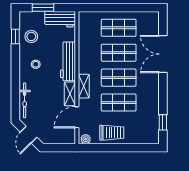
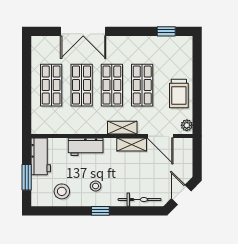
window: (15, 37) -> (100, 211), moved
workbench: (68, 61) -> (86, 147), width x0.73
trolley: (112, 133) -> (179, 94), turned 180
door: (29, 135) -> (181, 195), swing flipped

